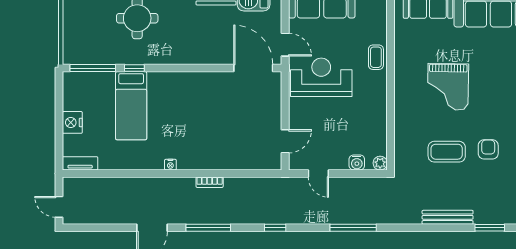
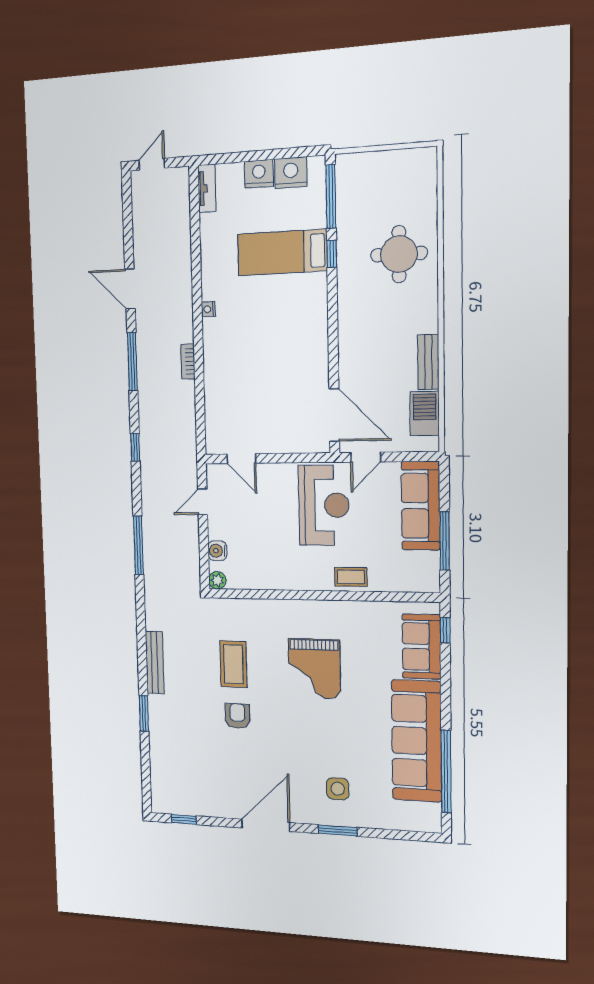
door: (253, 68) -> (334, 415), hinge flipped
grand piano: (448, 87) -> (314, 669), turned -91
nightstand: (73, 98) -> (291, 173), added
armchair: (488, 149) -> (237, 716), turned -90

